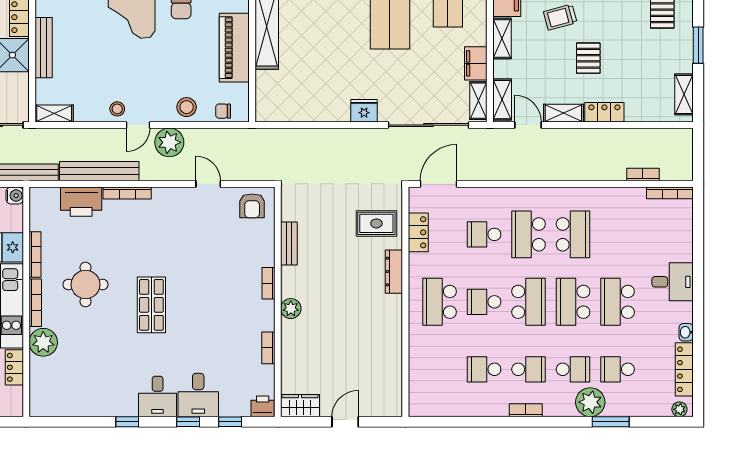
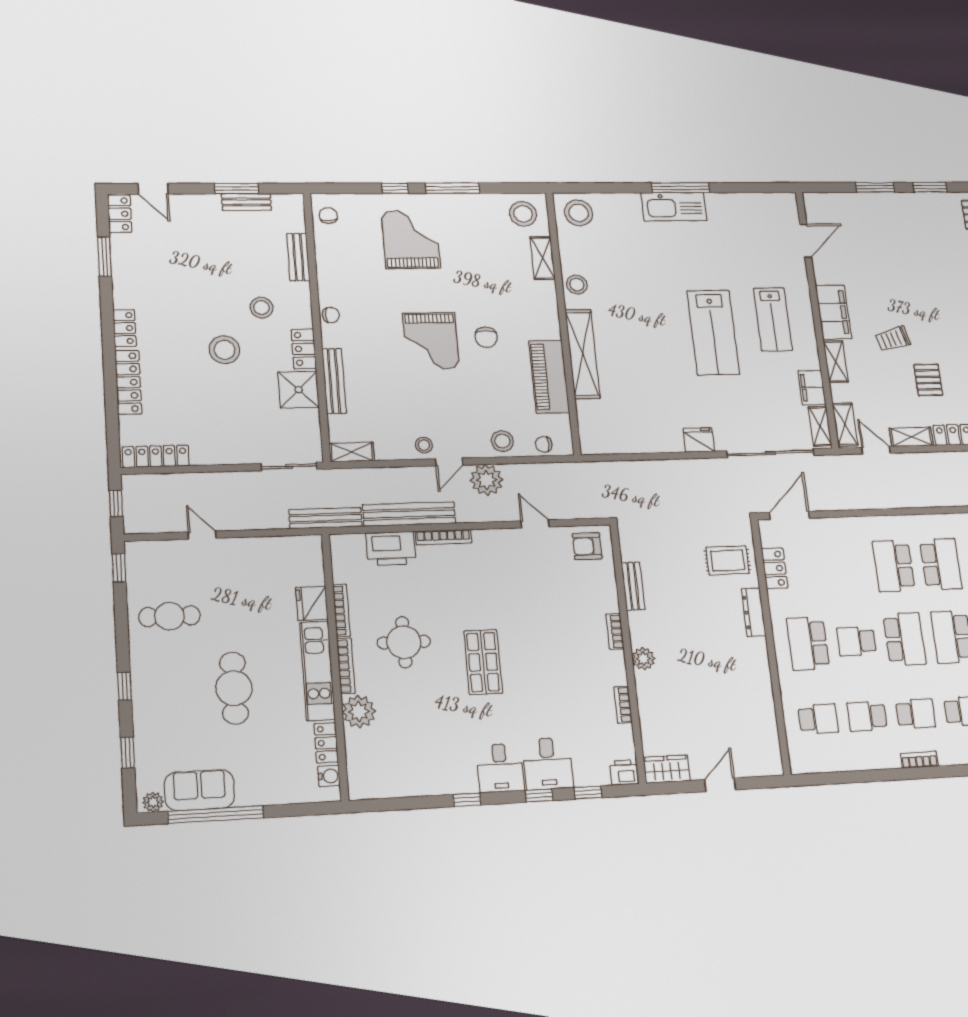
water cooler: (15, 195) -> (329, 776), moved
armchair: (252, 206) -> (587, 546), turned 90
school desk: (484, 234) -> (818, 719), moved, turned 180

